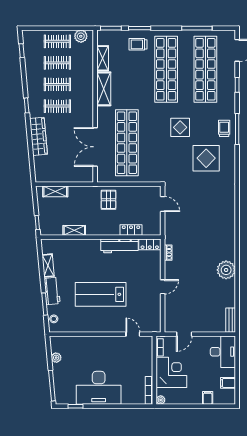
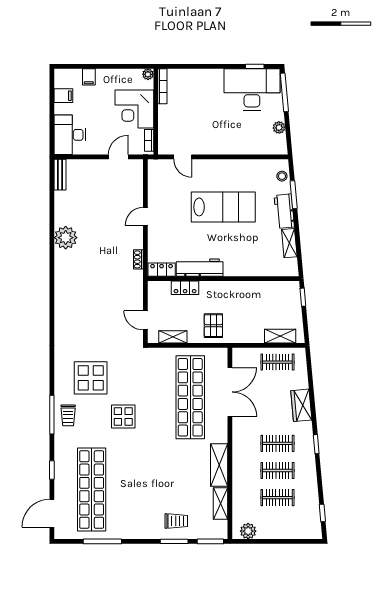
clothes rail: (57, 41) -> (277, 362), moved
shop shelf: (166, 69) -> (141, 490), removed
wardrobe: (38, 136) -> (301, 405), width x0.67
shelving: (74, 230) -> (173, 337), moved
desk: (99, 388) -> (252, 90), moved

